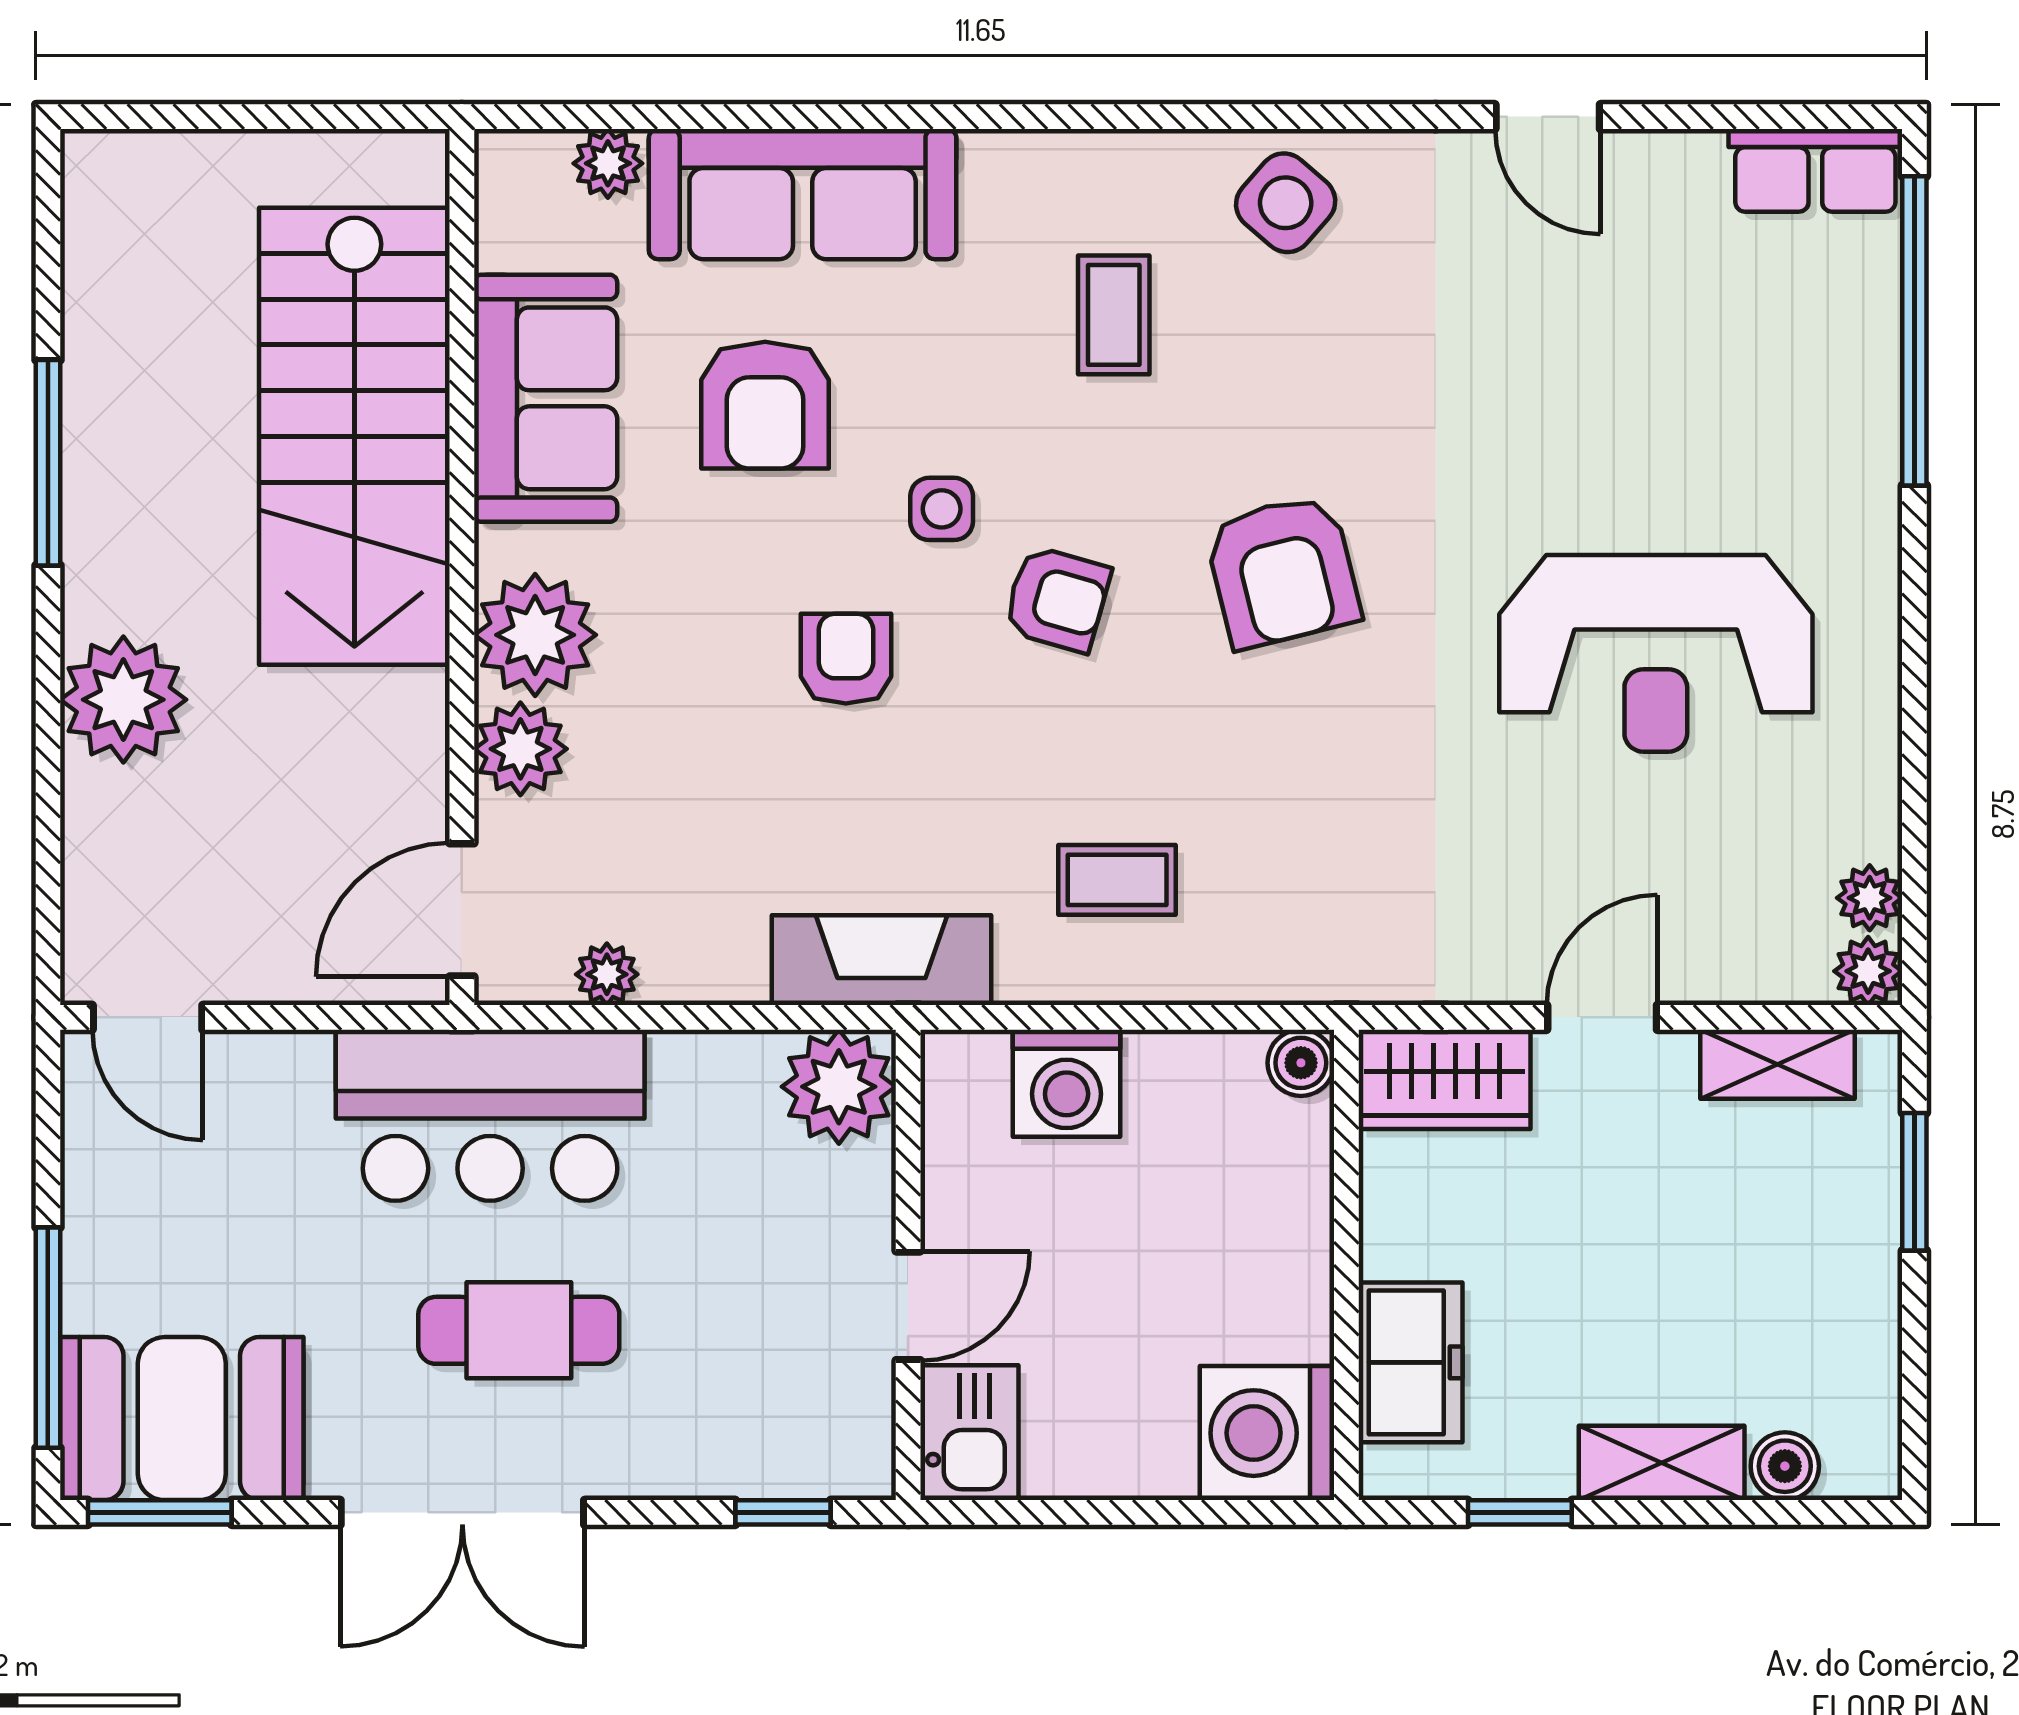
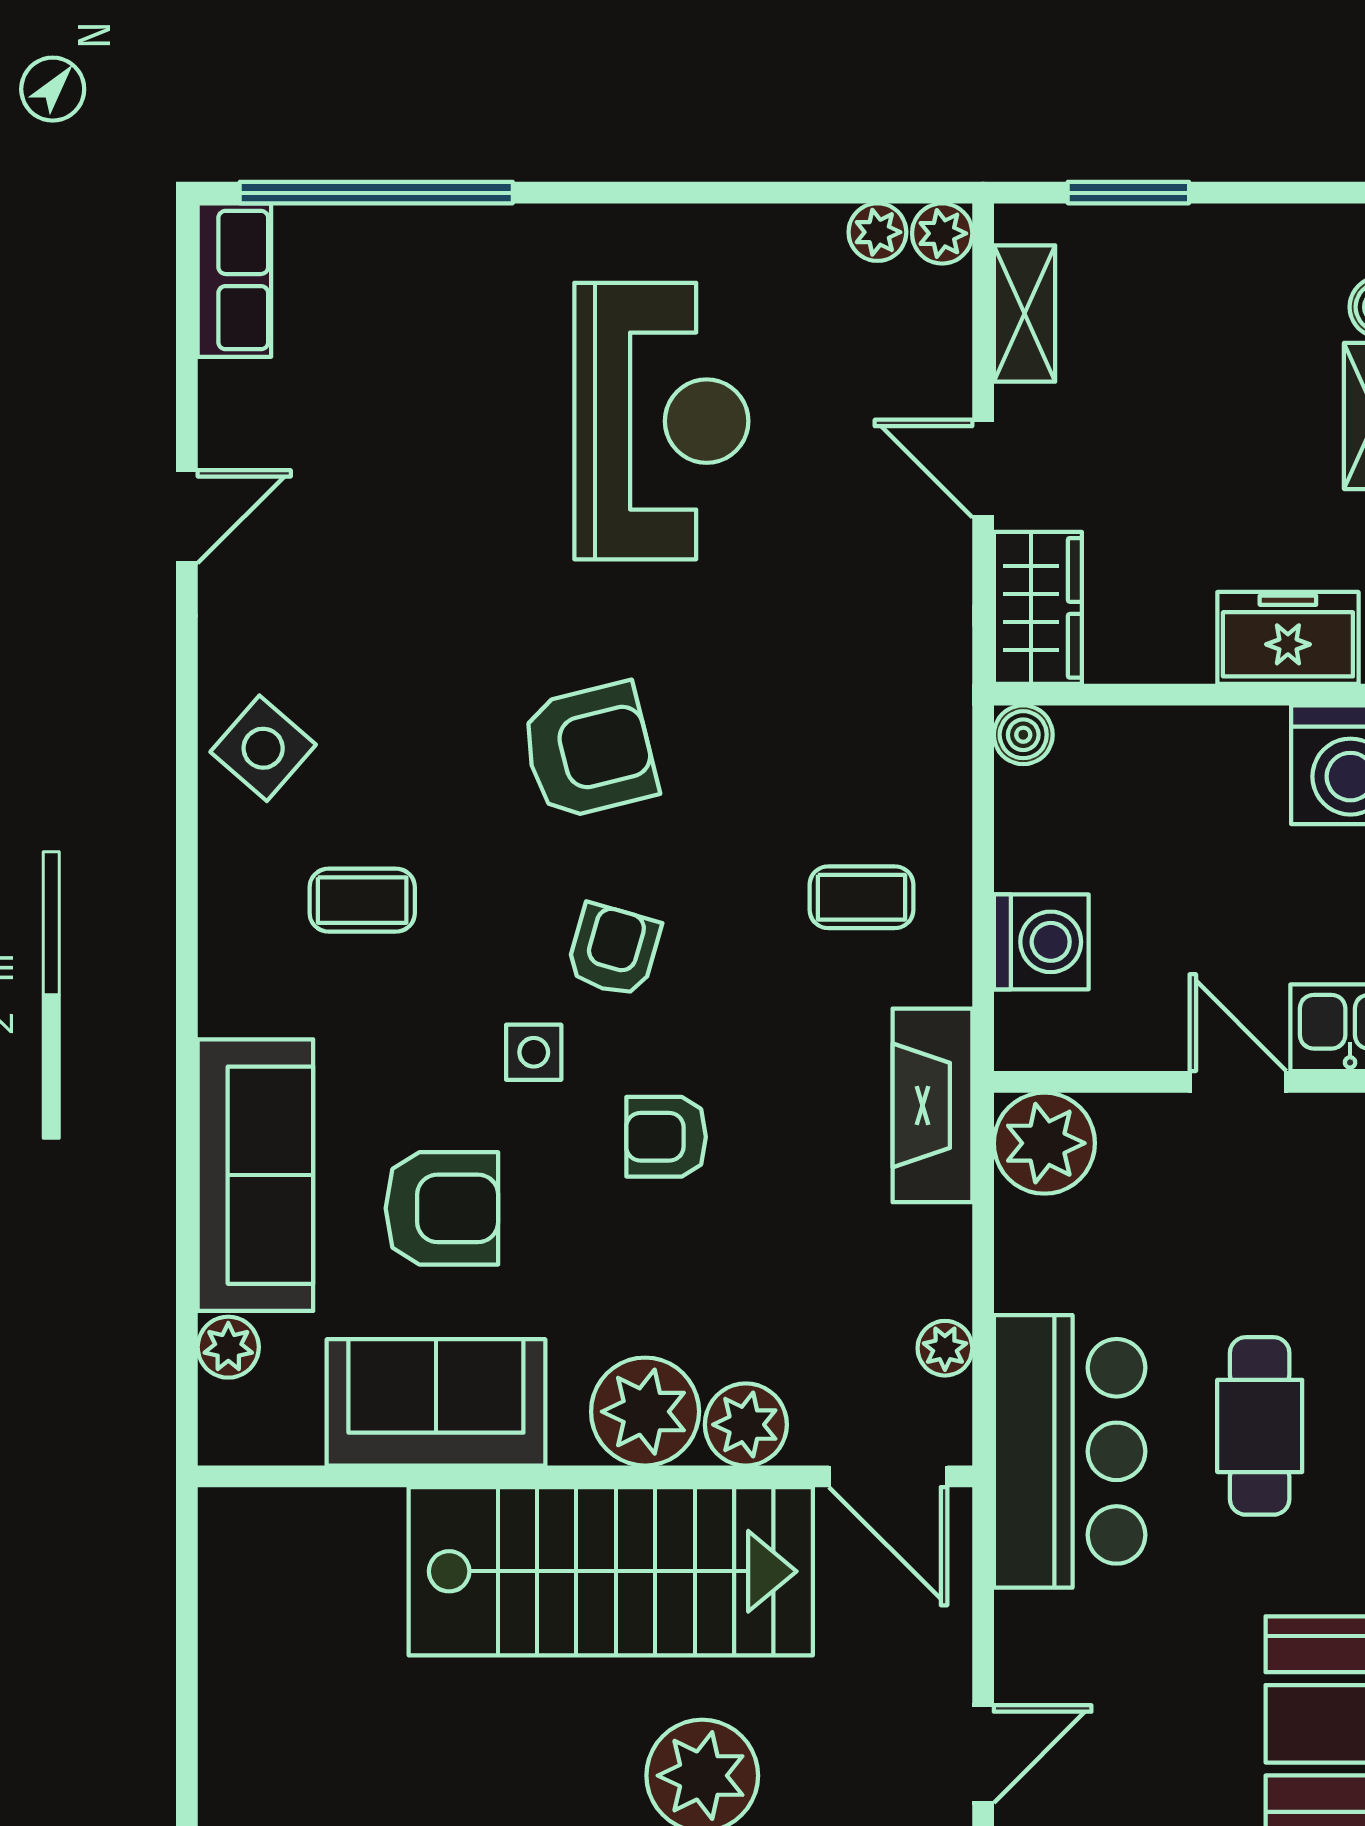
stairs: (354, 436) -> (611, 1571), moved
coffee table: (1117, 880) -> (861, 897), turned 90

